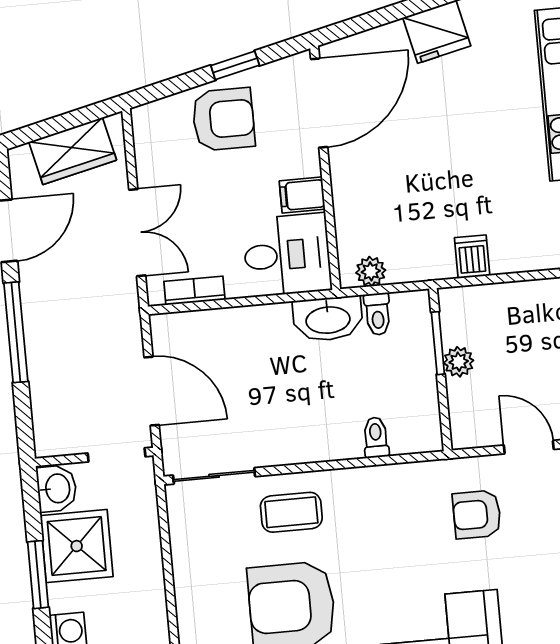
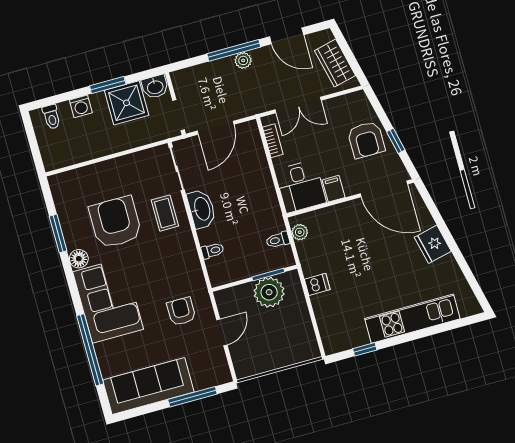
plant: (37, 318) -> (243, 60), added
washbasin: (328, 319) -> (202, 209), moved, turned 180
plant: (459, 362) -> (269, 292), width x1.87, depth x1.87

